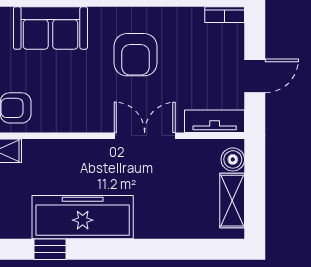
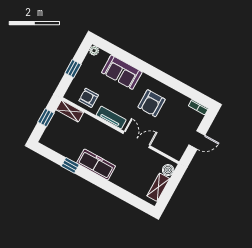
tv unit: (215, 121) -> (111, 118), moved
freezer: (83, 217) -> (96, 164), width x0.73, depth x0.79

